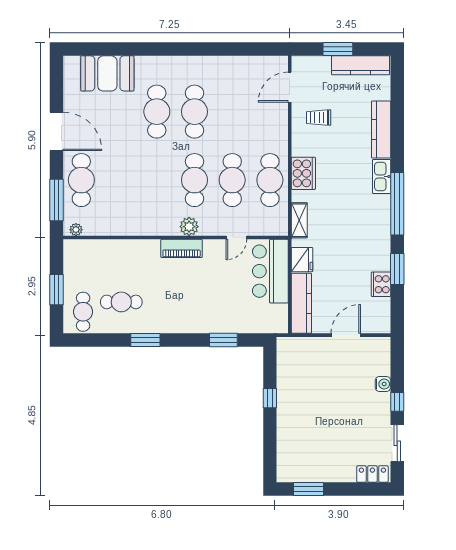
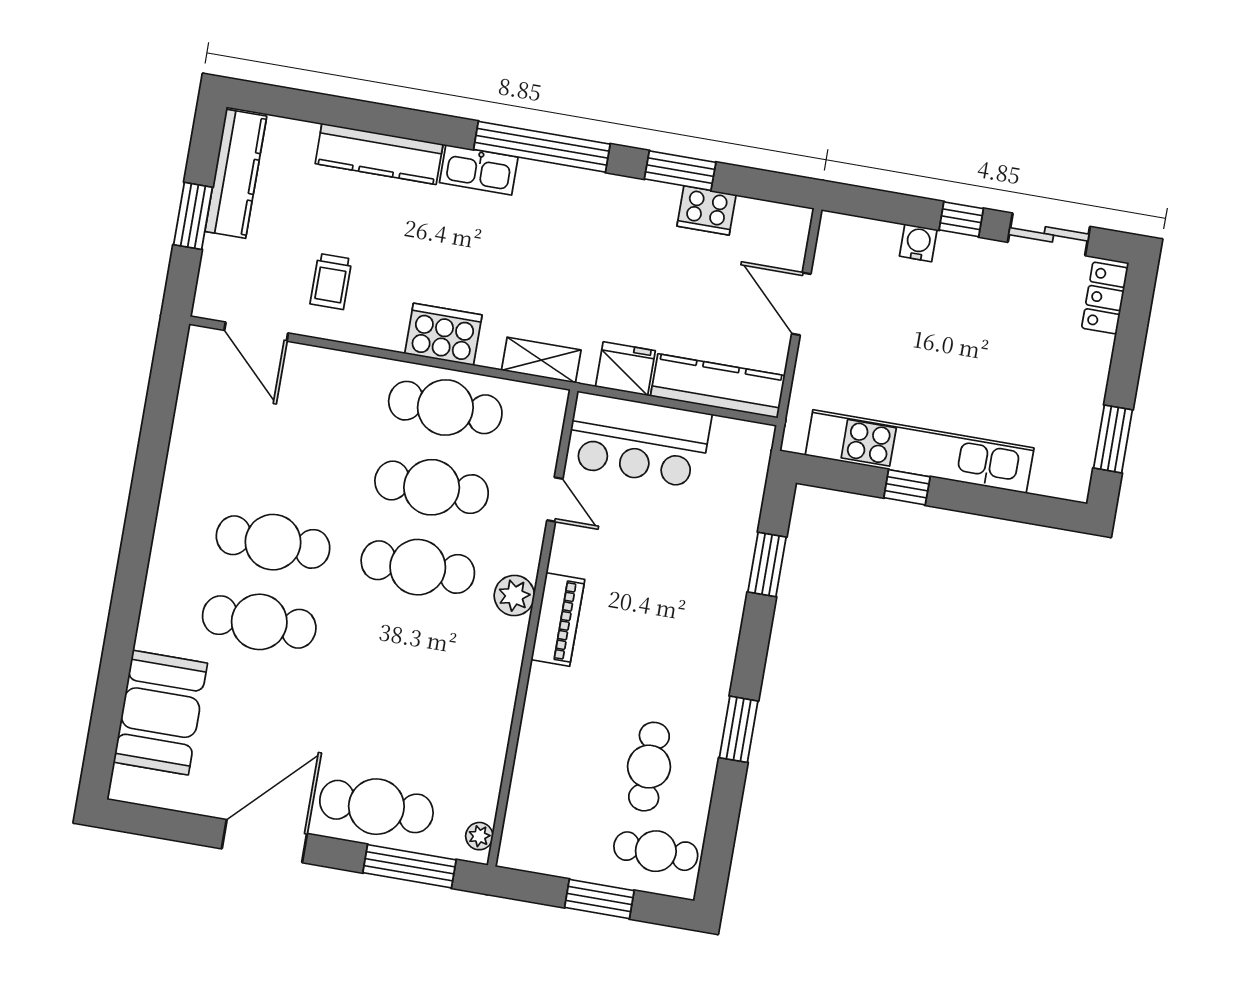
kitchen unit: (287, 401) -> (920, 452), added

